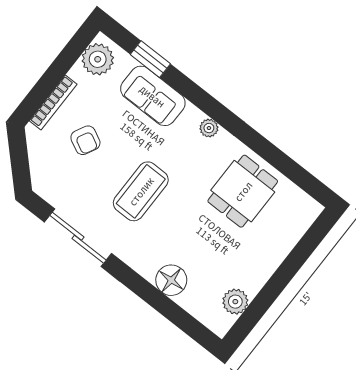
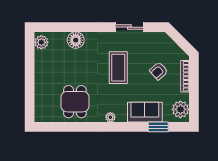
armchair: (85, 140) -> (159, 71), turned -68
sliding door: (78, 238) -> (129, 27), width x0.73
plant: (235, 302) -> (41, 42), moved

